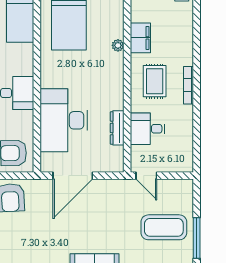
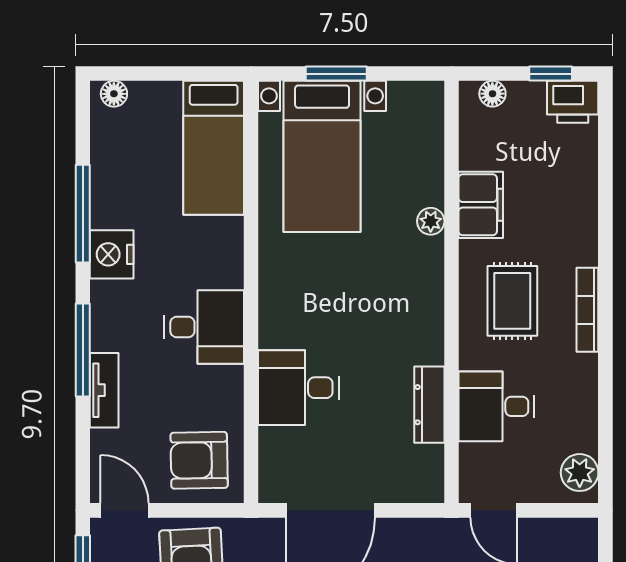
desk: (64, 120) -> (299, 388), width x0.53, depth x0.77
plant: (185, 159) -> (580, 473), added

